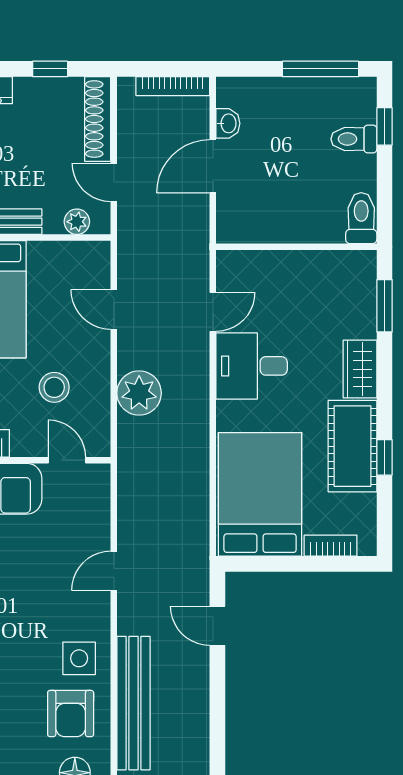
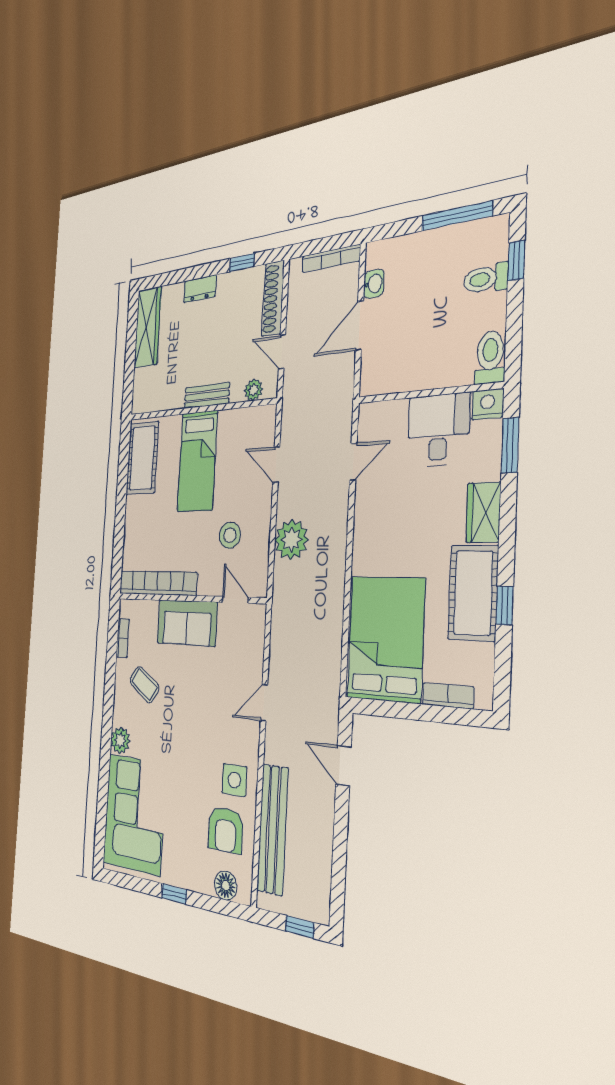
nightstand: (360, 264) -> (487, 404), added
desk: (252, 366) -> (438, 430), moved, turned 90

